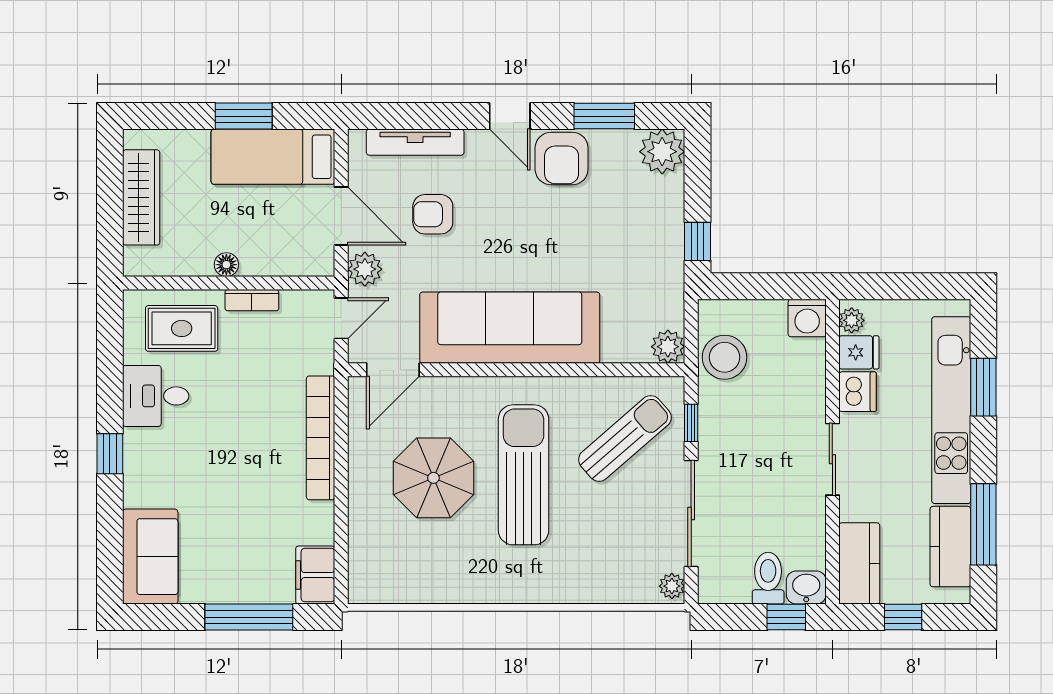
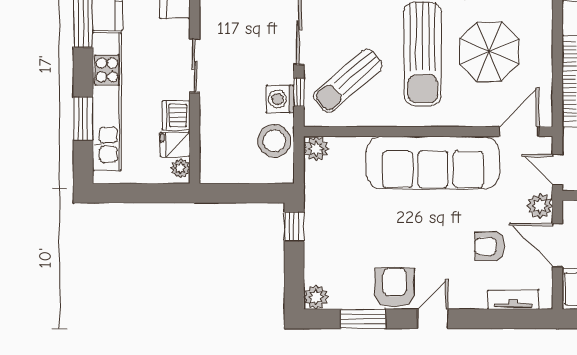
door: (510, 116) -> (433, 319), hinge flipped
tv unit: (415, 142) -> (513, 300), width x0.71
plant: (662, 152) -> (316, 297), width x0.73, depth x0.73
armchair: (433, 214) -> (490, 246), turned 180
door: (341, 318) -> (557, 169), hinge flipped
washing machine: (807, 318) -> (280, 99), moved, turned -90

